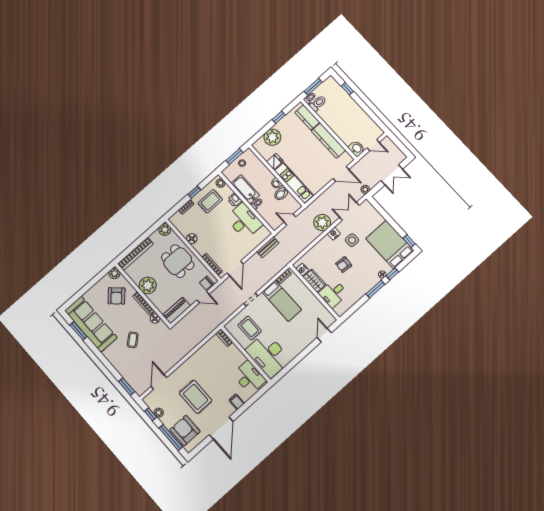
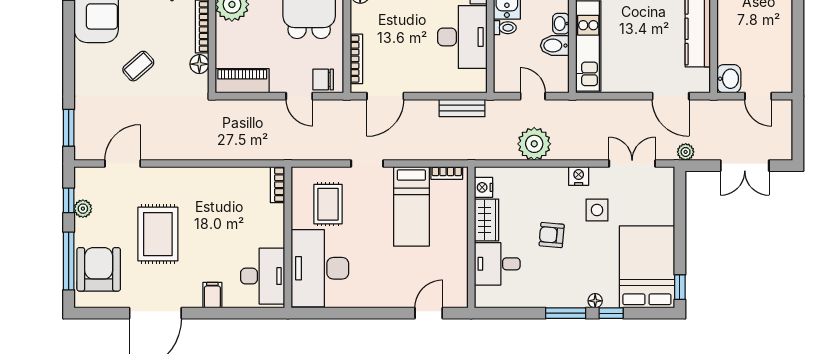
plant: (322, 223) -> (534, 144), moved

